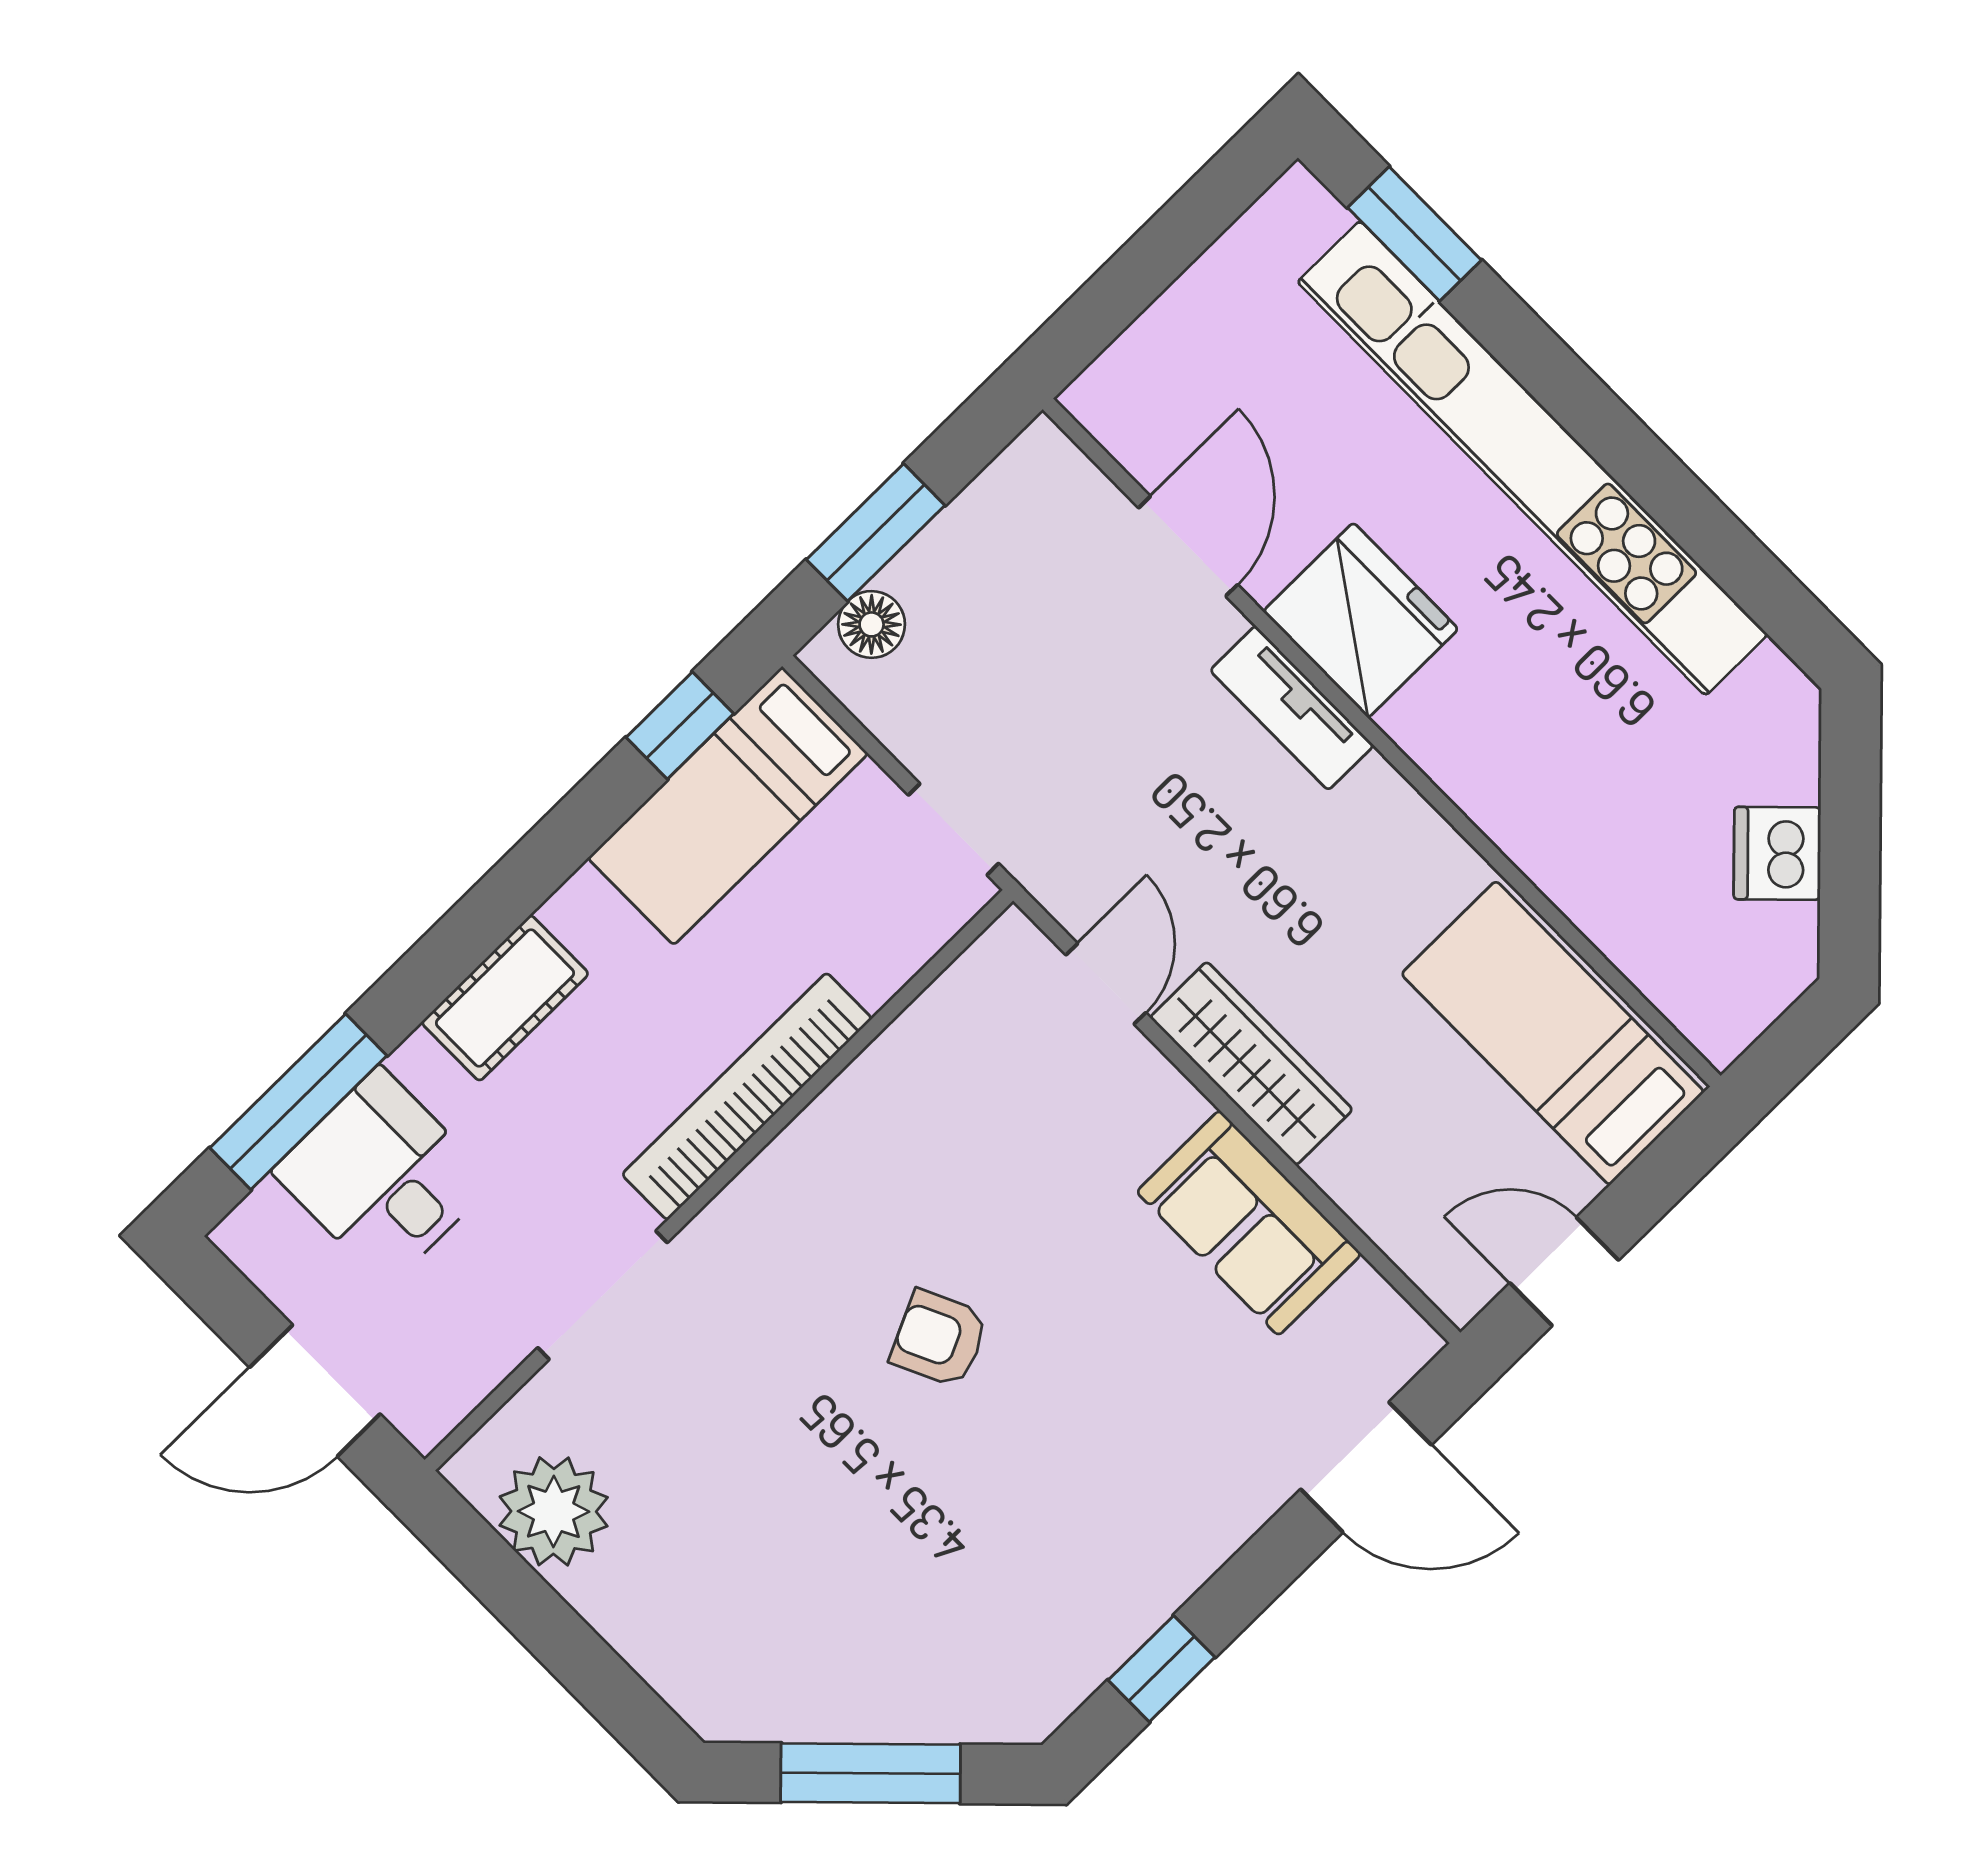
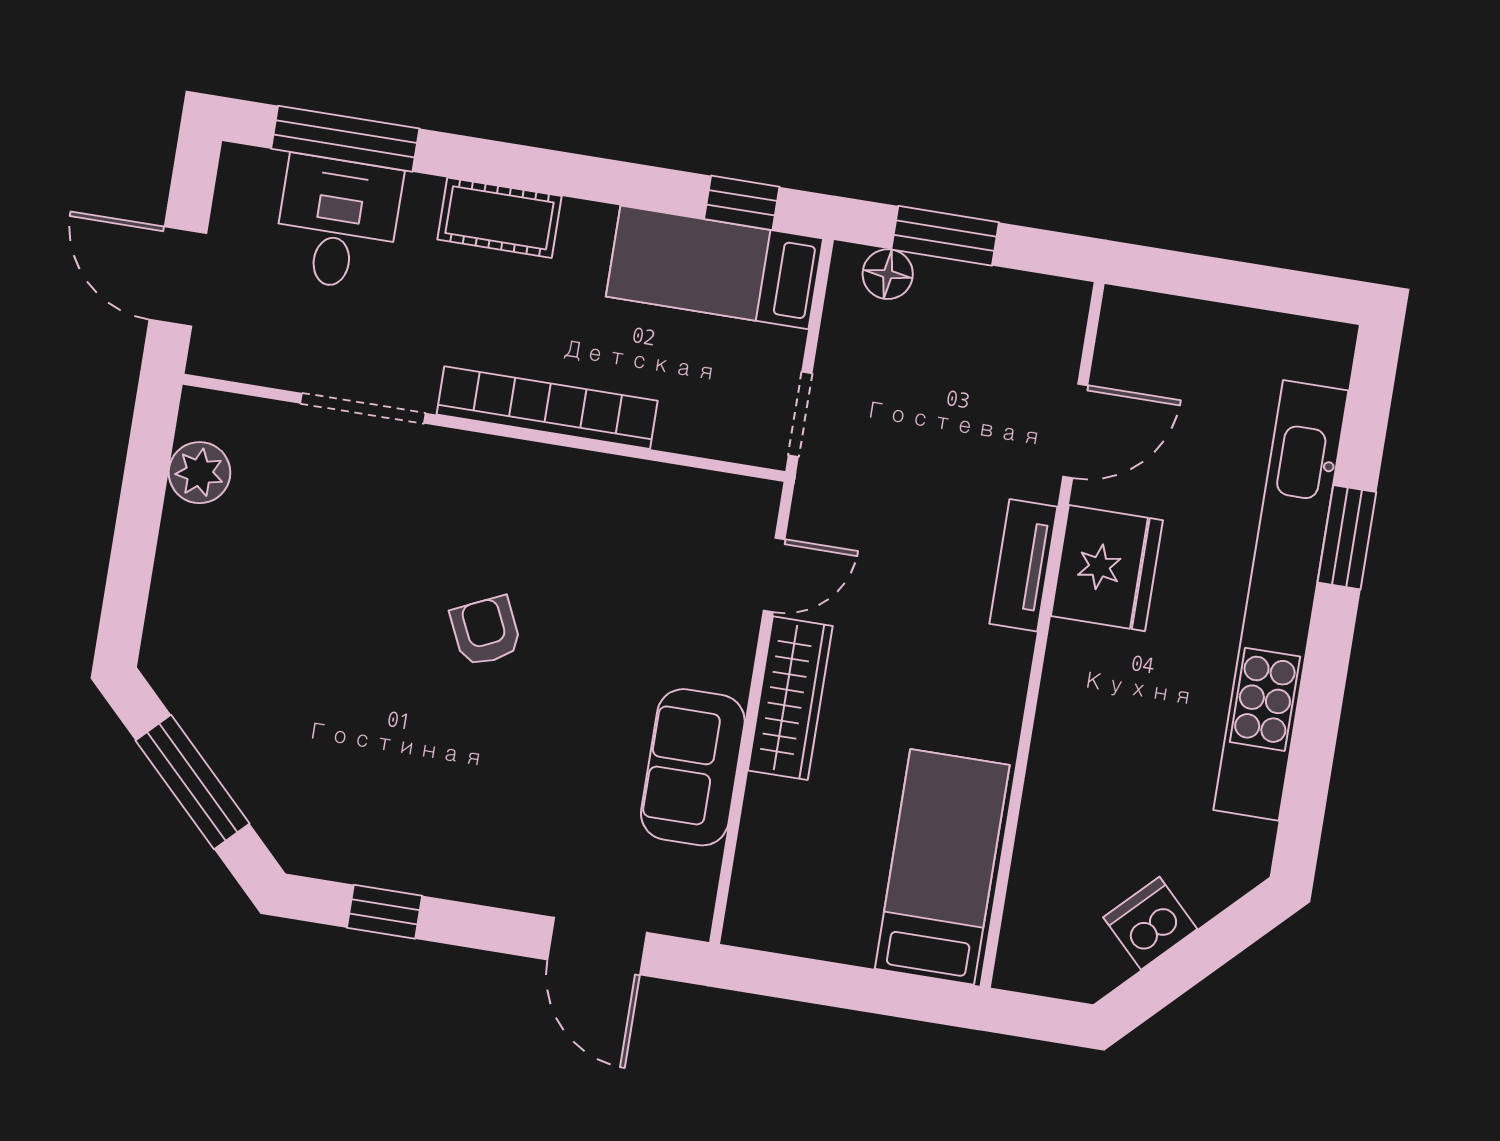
window: (1414, 234) -> (1347, 537), moved
door: (1564, 1271) -> (803, 980), removed
plant: (554, 1511) -> (199, 473), width x0.73, depth x0.73

